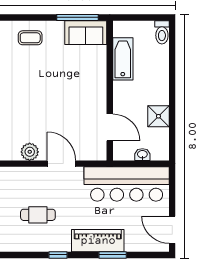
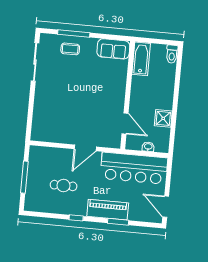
window: (78, 17) -> (74, 33), moved
bathtub: (123, 59) -> (141, 59), moved
plant: (30, 152) -> (62, 136), removed
door: (61, 164) -> (85, 148), swing flipped

